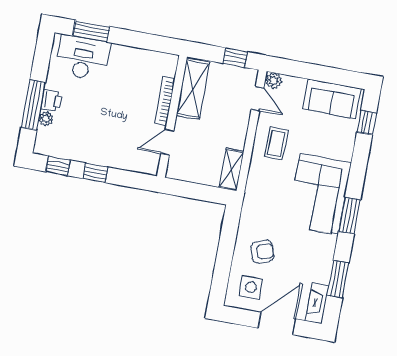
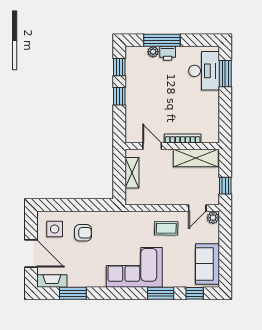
shelving: (231, 170) -> (132, 173), moved, turned 90
window: (350, 215) -> (161, 293), moved
armchair: (262, 252) -> (83, 233), turned -72

